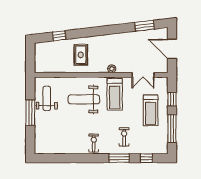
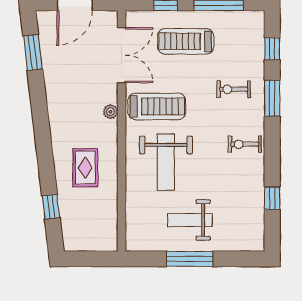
rug: (81, 55) -> (85, 168), turned 90
double door: (143, 75) -> (122, 55), width x1.37
weight bench: (47, 98) -> (190, 220), moved
treadmill: (151, 110) -> (186, 41), turned 180
window: (64, 158) -> (272, 198), added

